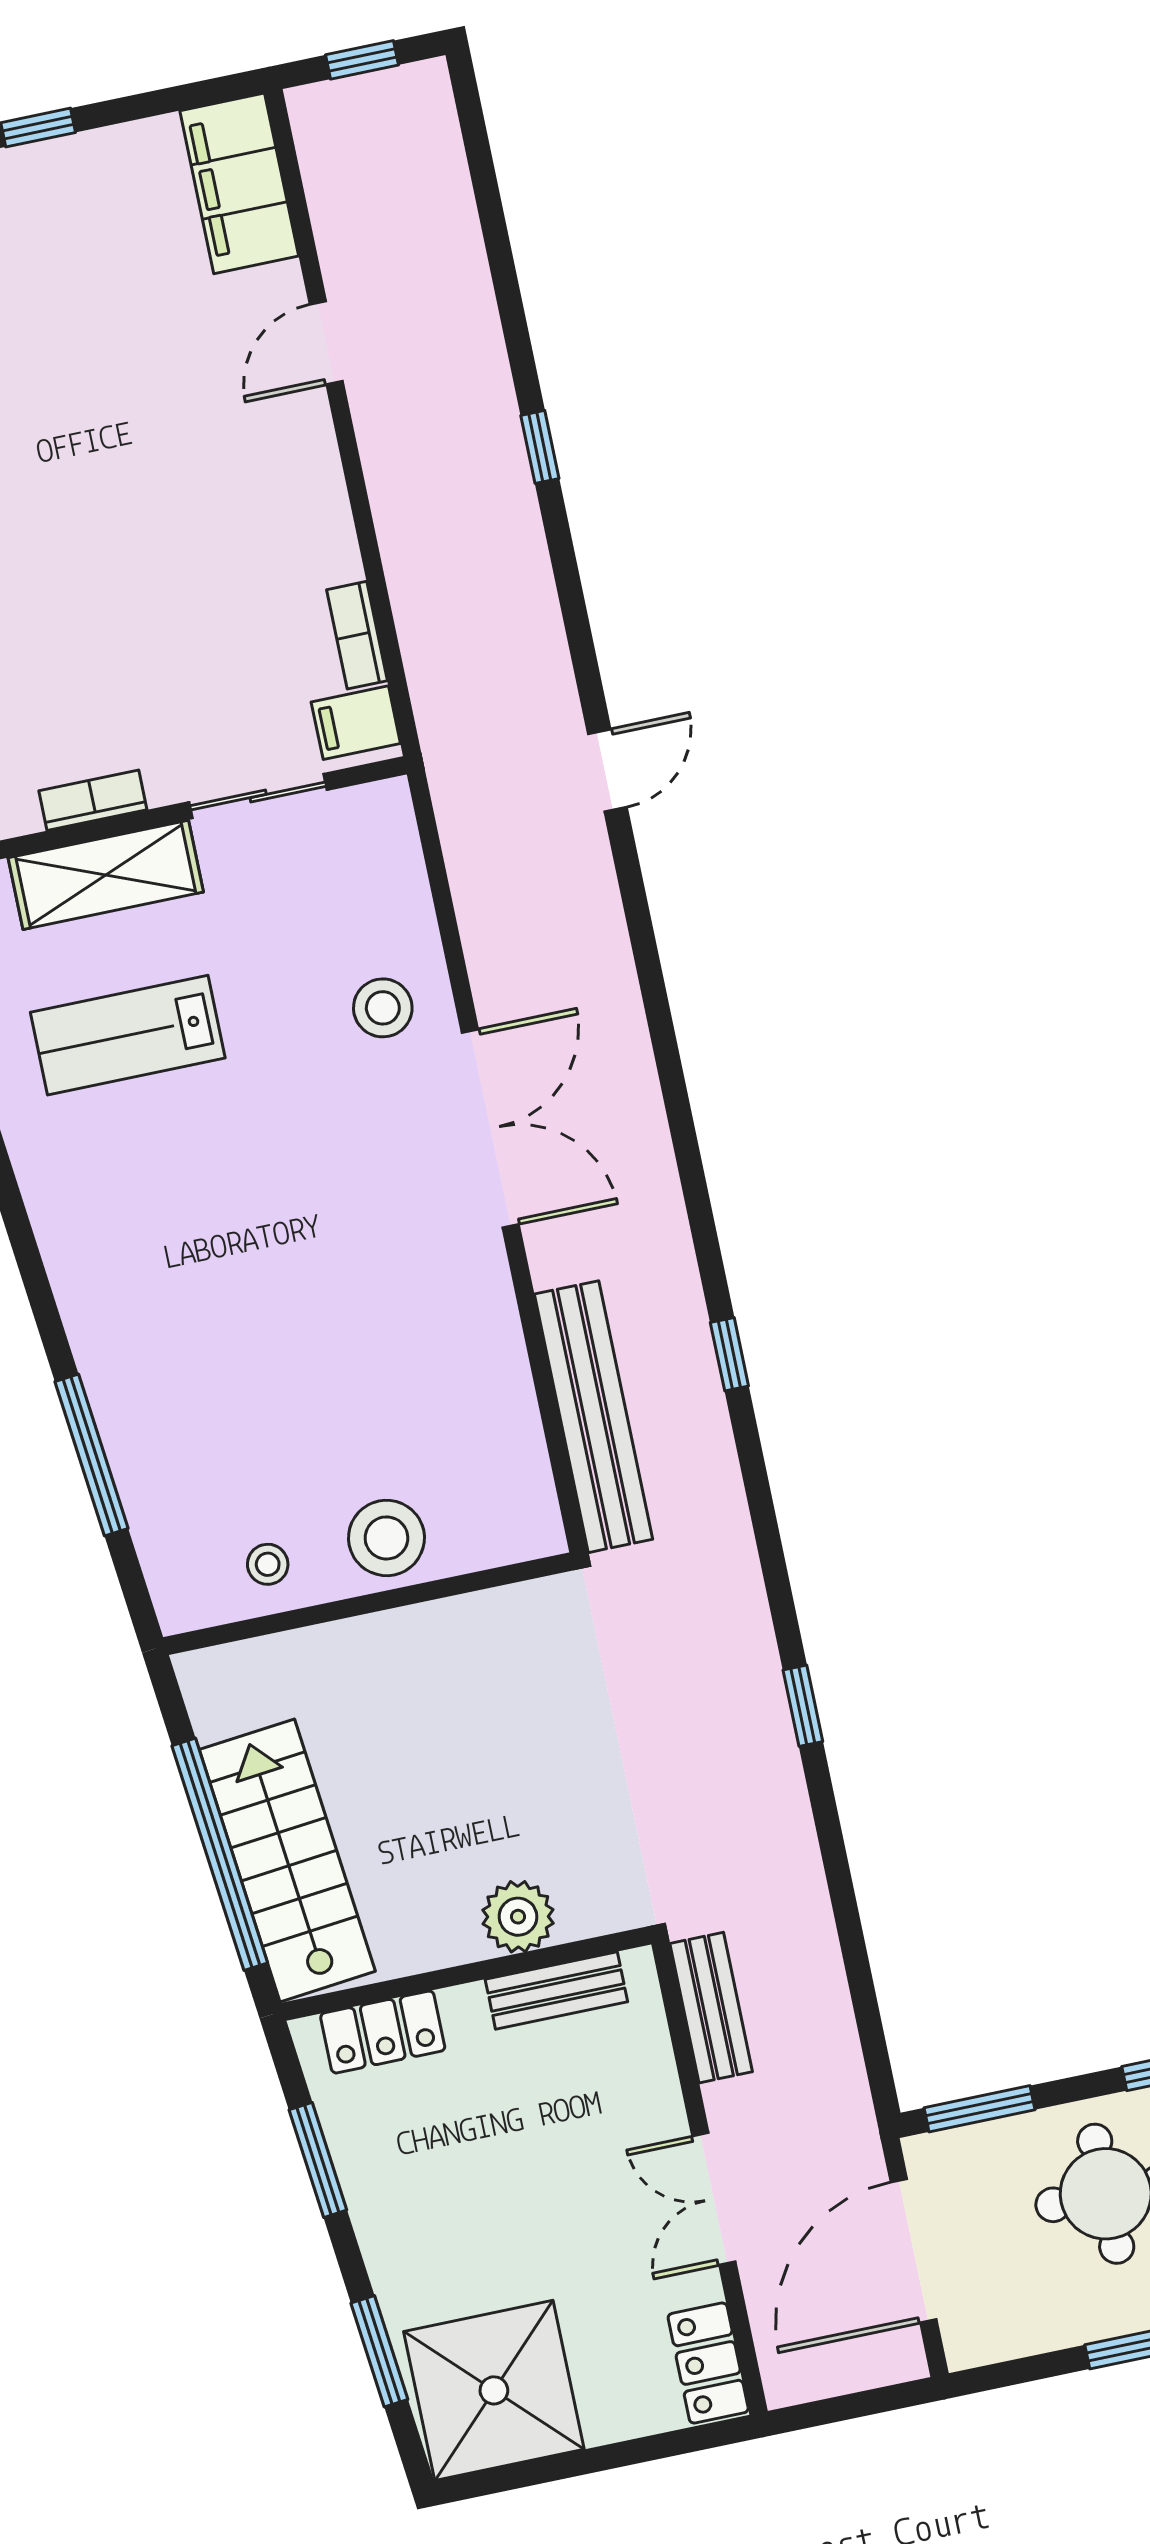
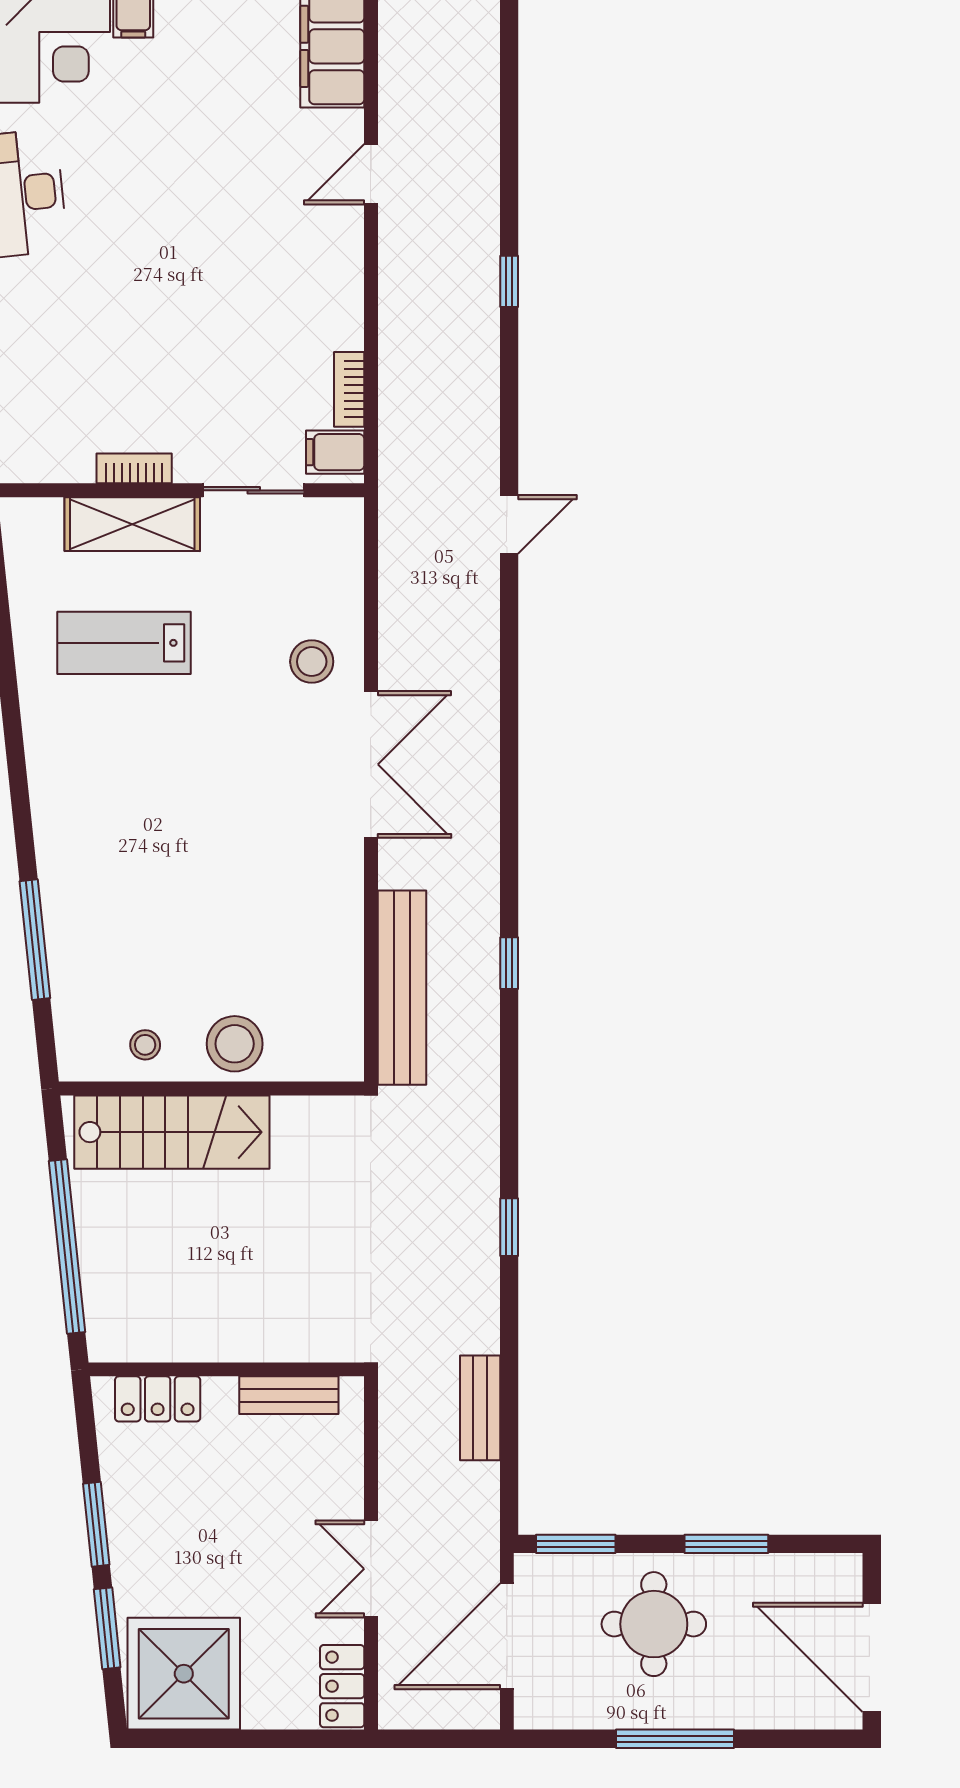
stairs: (287, 1860) -> (172, 1132), moved, turned 96
plant: (518, 1917) -> (272, 1336), removed
bench: (711, 2008) -> (480, 1408), moved
window: (318, 2160) -> (96, 1524), moved

